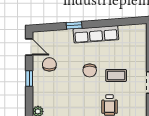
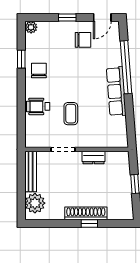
window: (74, 25) -> (126, 67), width x3.17
chair: (90, 70) -> (39, 71), moved, turned 90

